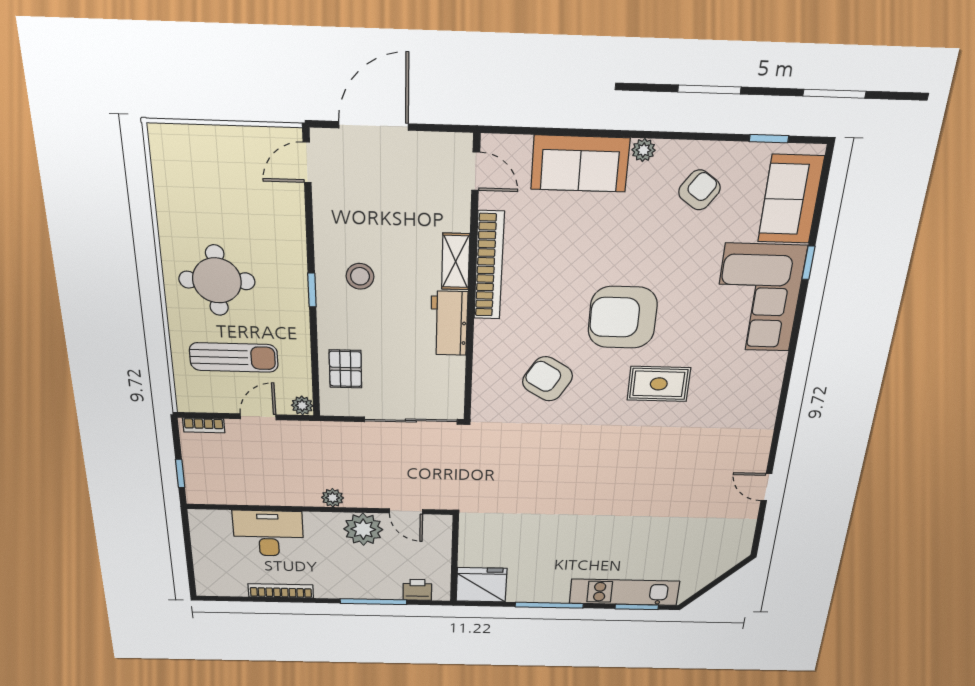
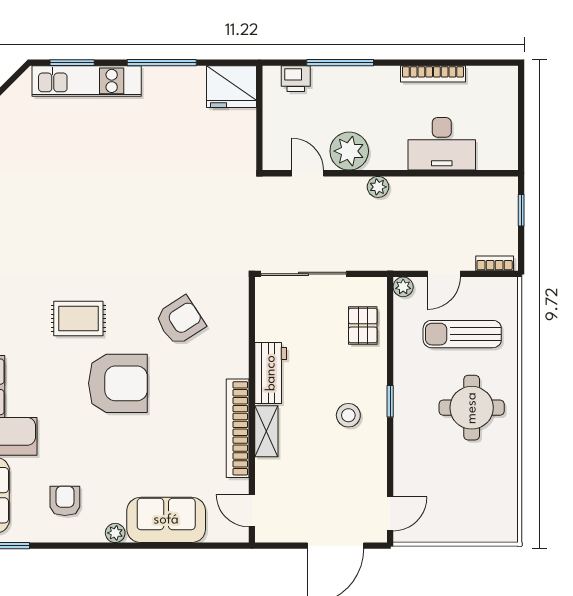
armchair: (699, 190) -> (65, 501), turned 145
armchair: (547, 379) -> (180, 321), turned -64

